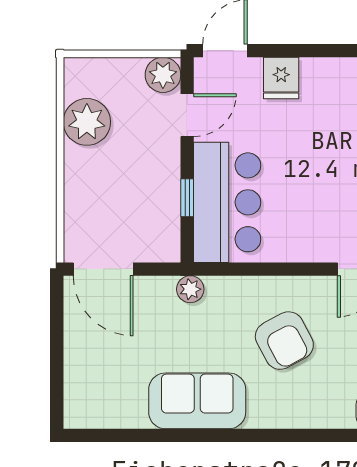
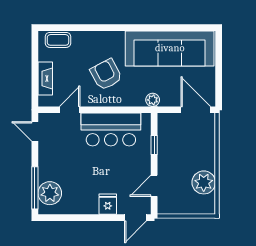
plant: (163, 75) -> (166, 206), removed
bar counter: (227, 202) -> (111, 130), moved, turned -90
sofa: (197, 401) -> (170, 48), width x1.85, depth x1.27

